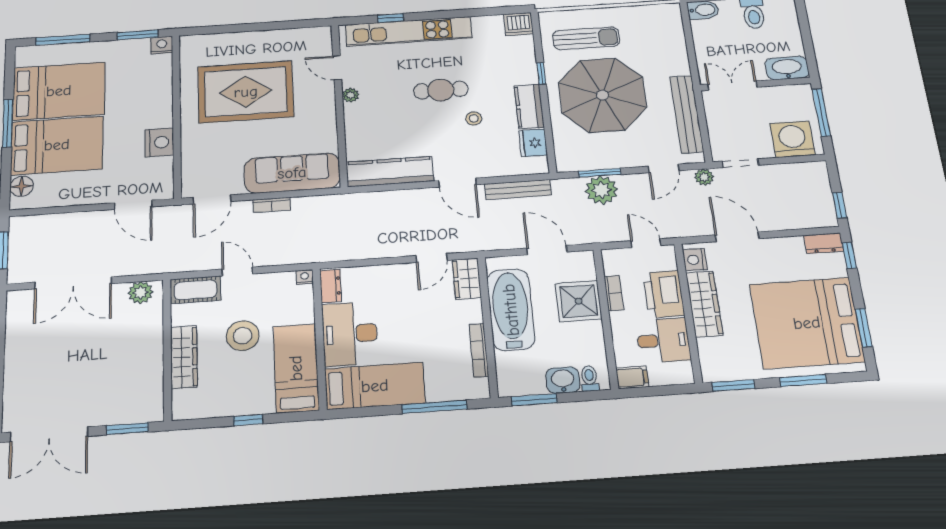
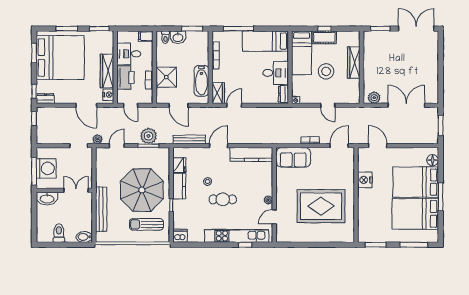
nightstand: (162, 45) -> (363, 237), removed
door: (337, 68) -> (274, 217), swing flipped
double door: (732, 86) -> (76, 190), swing flipped
bench: (687, 114) -> (101, 209), moved
washing machine: (792, 139) -> (46, 168), moved, turned -90
sofa: (292, 173) -> (293, 157), width x0.73
door: (457, 183) -> (219, 146), hinge flipped
cot: (195, 290) -> (324, 37), moved
bathtub: (511, 310) -> (201, 81), width x0.73, depth x0.73
desk: (350, 334) -> (276, 73), width x0.73

